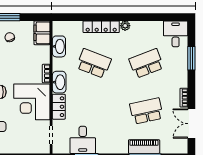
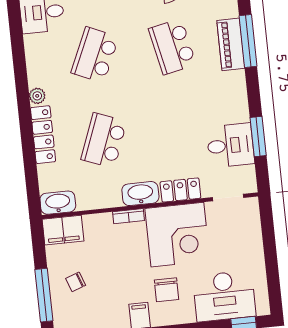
washbasin: (59, 46) -> (58, 203), moved
school desk: (146, 63) -> (95, 55), turned 45

